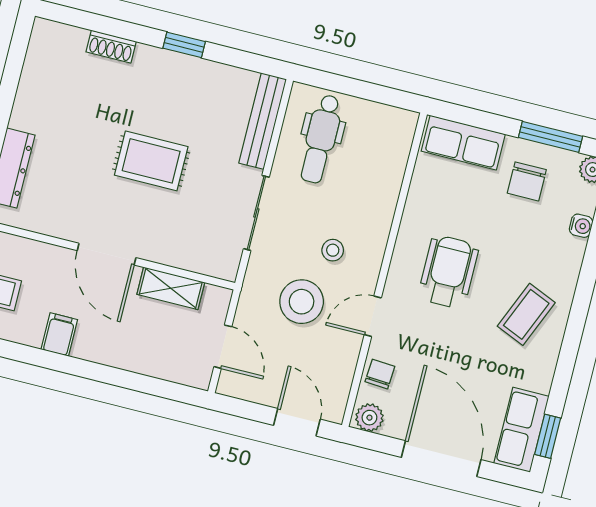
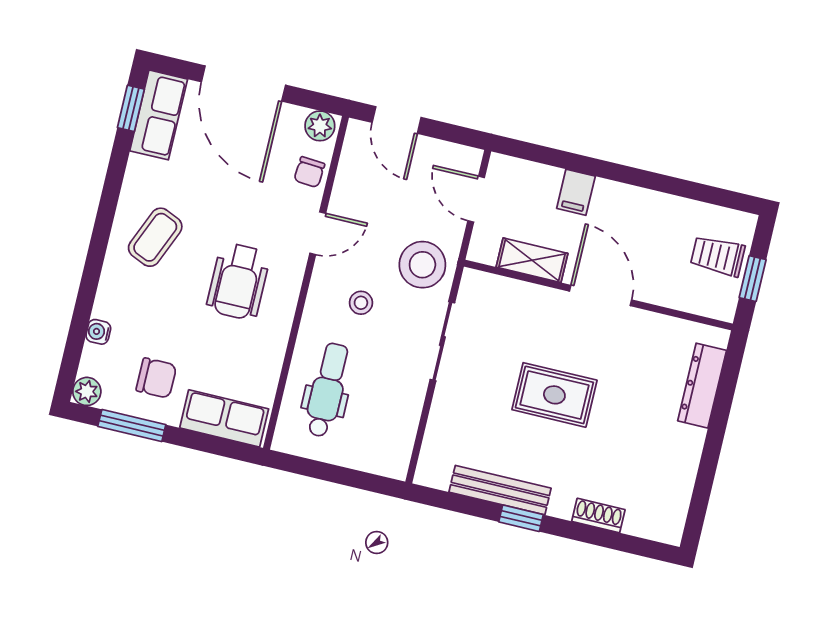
bench: (263, 121) -> (500, 490), moved, turned 90
dental chair: (321, 139) -> (327, 390), moved
chair: (527, 181) -> (156, 378), turned 90
stool: (302, 302) -> (422, 265), moved
filing cabinet: (59, 335) -> (576, 192), moved

